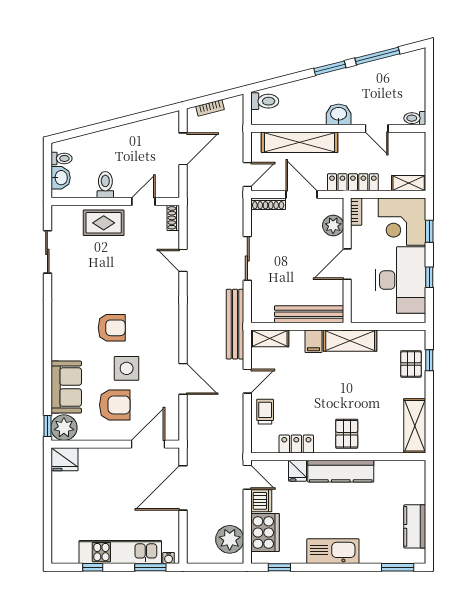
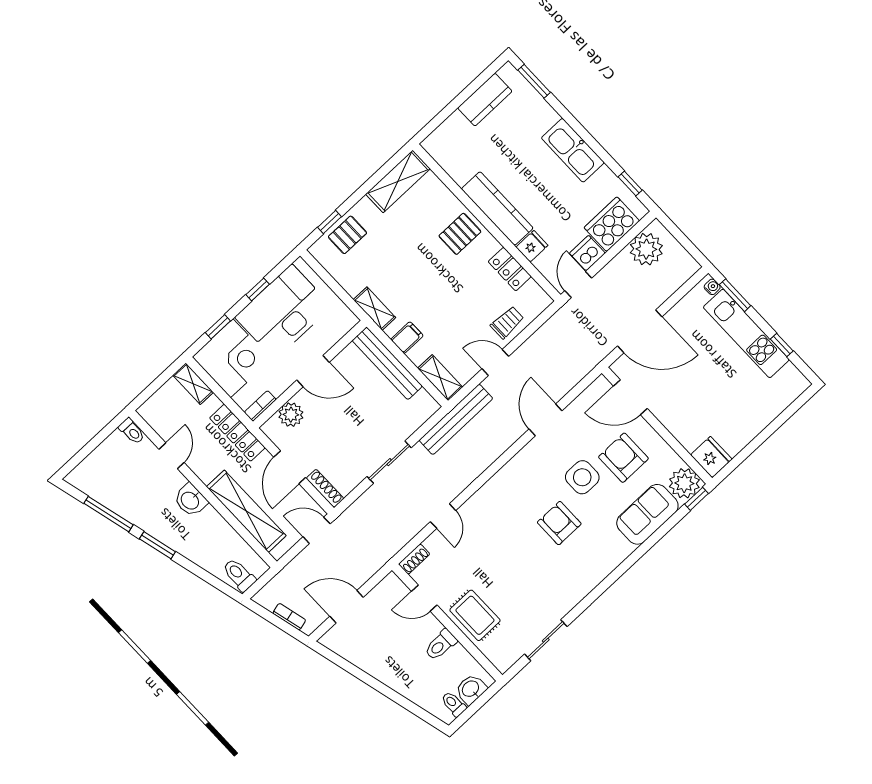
shelving: (350, 341) -> (374, 309), width x0.67, depth x0.75
trolley: (265, 412) -> (507, 322), turned 180

